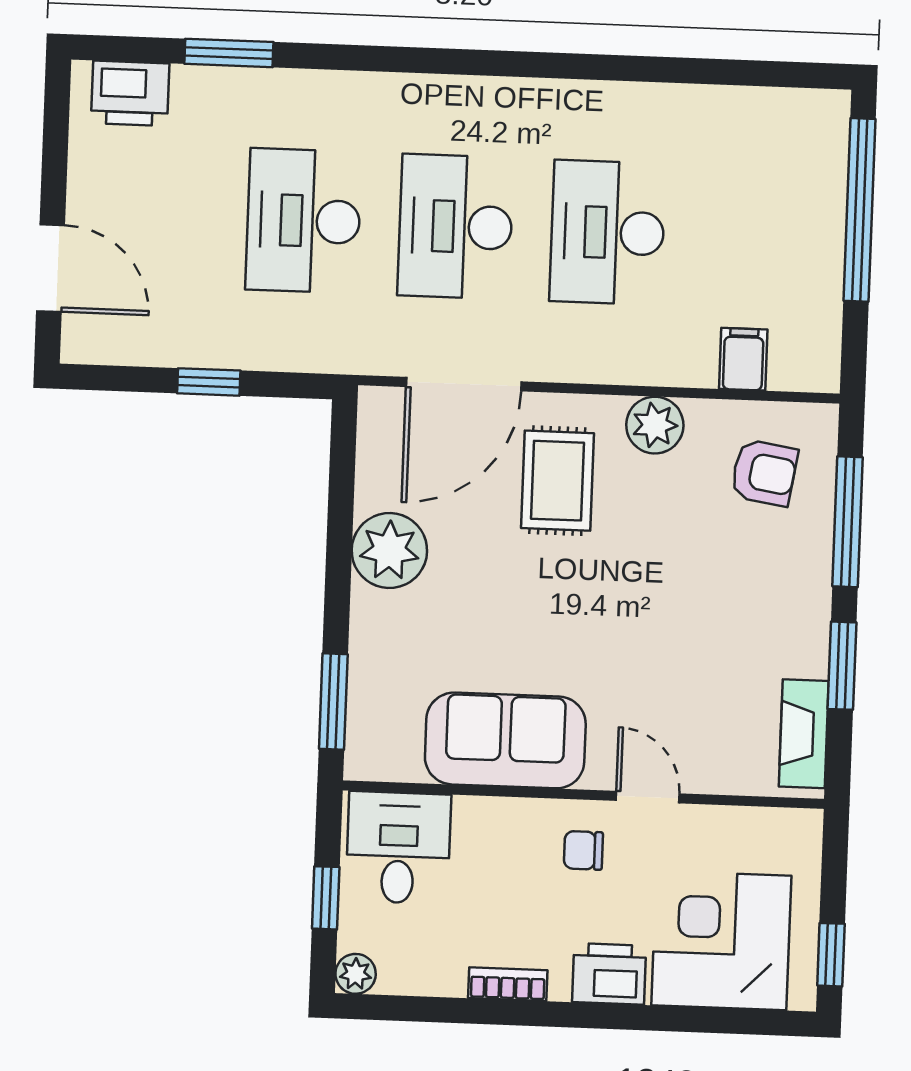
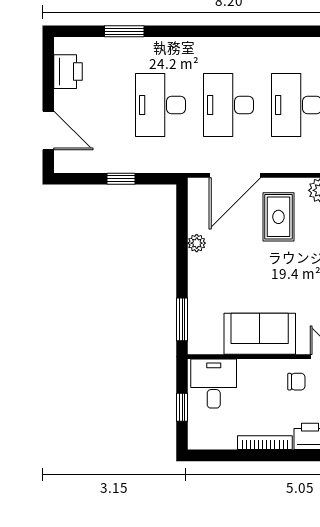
printer: (130, 93) -> (68, 72), moved, turned -90
plant: (389, 551) -> (197, 243), width x0.53, depth x0.53
chair: (583, 850) -> (296, 382), turned 180
plant: (356, 974) -> (197, 441), removed
bookcase: (508, 984) -> (265, 443), width x1.56

